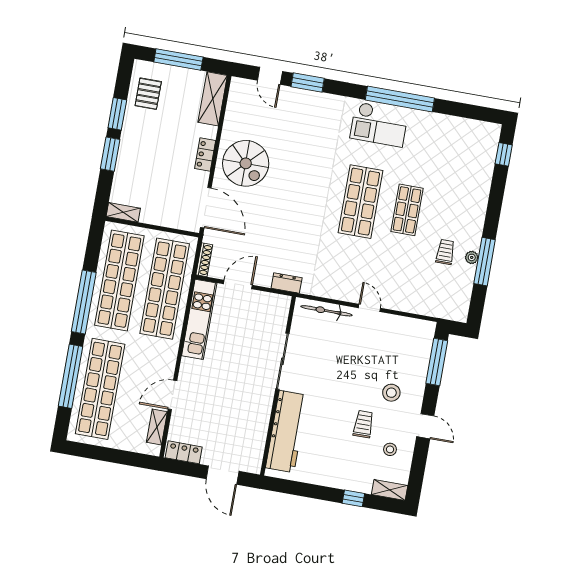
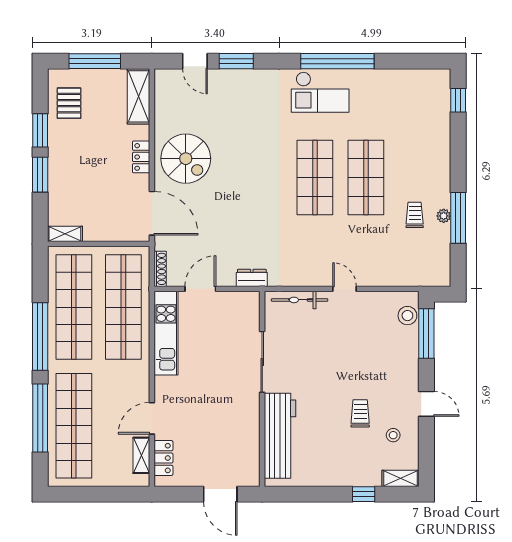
shop shelf: (407, 210) -> (366, 178), width x1.43, depth x1.36
stool: (391, 393) -> (407, 316), moved
locker: (184, 452) -> (163, 458), moved, turned 90

